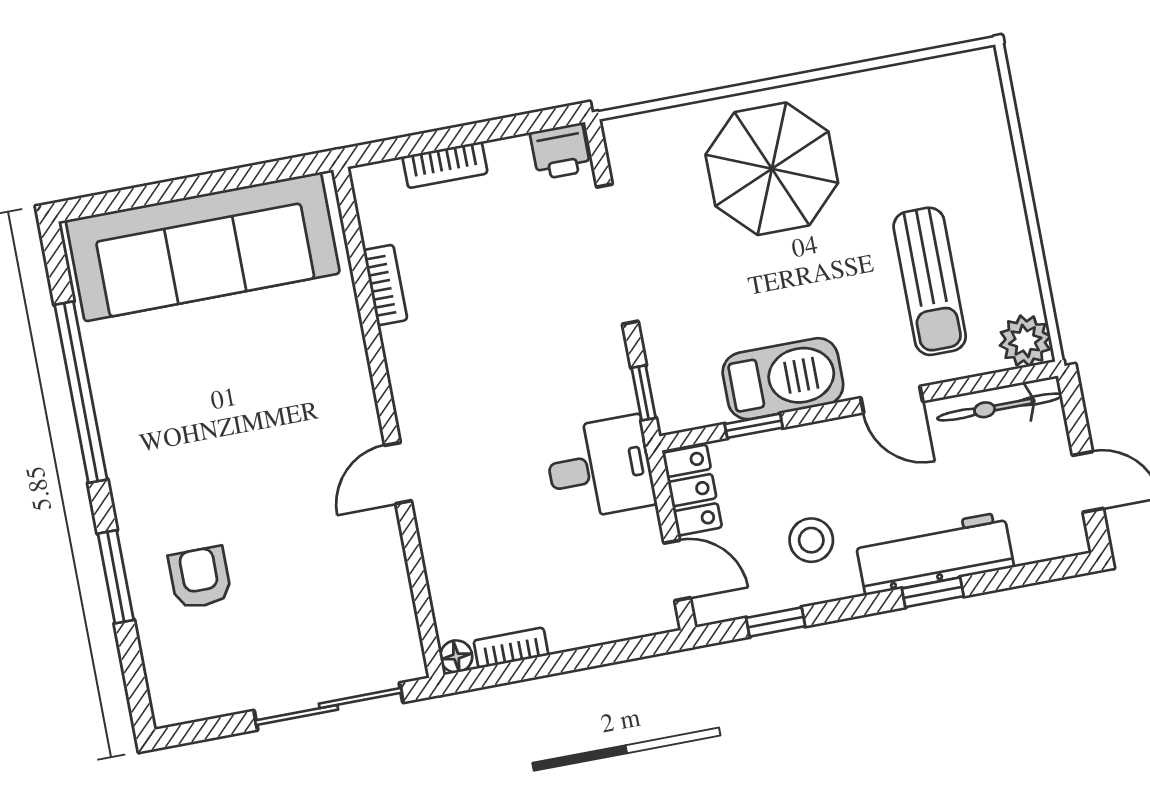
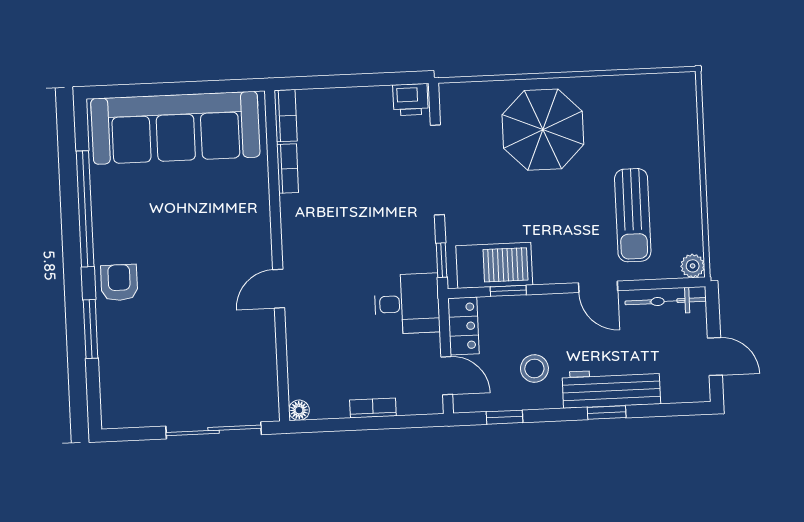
bookcase: (445, 165) -> (286, 116), moved, turned -90
plant: (1025, 341) -> (693, 266), width x0.73, depth x0.73
barbecue: (783, 379) -> (494, 265), moved
armchair: (200, 578) -> (119, 283), moved
bookcase: (511, 648) -> (373, 408), moved

